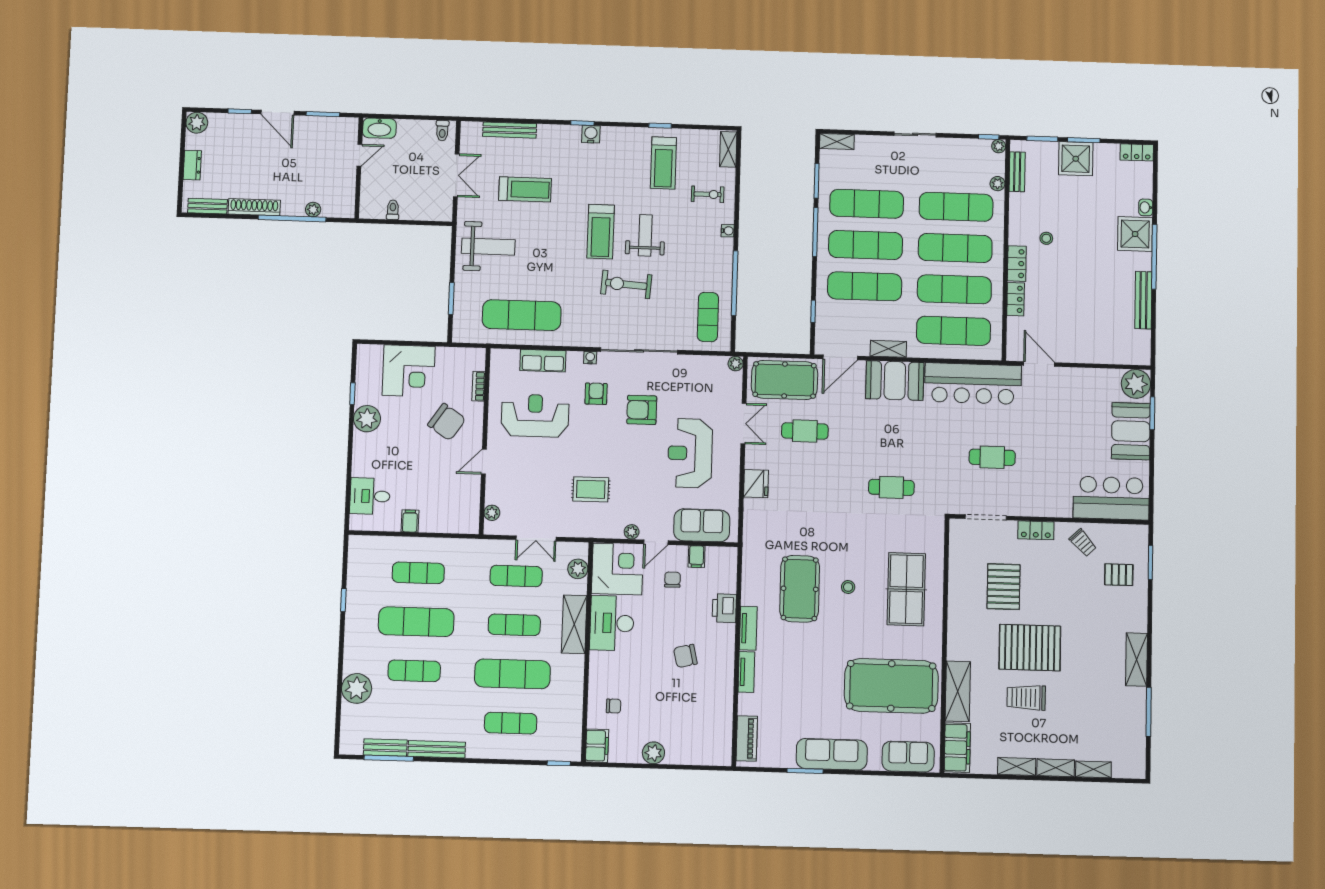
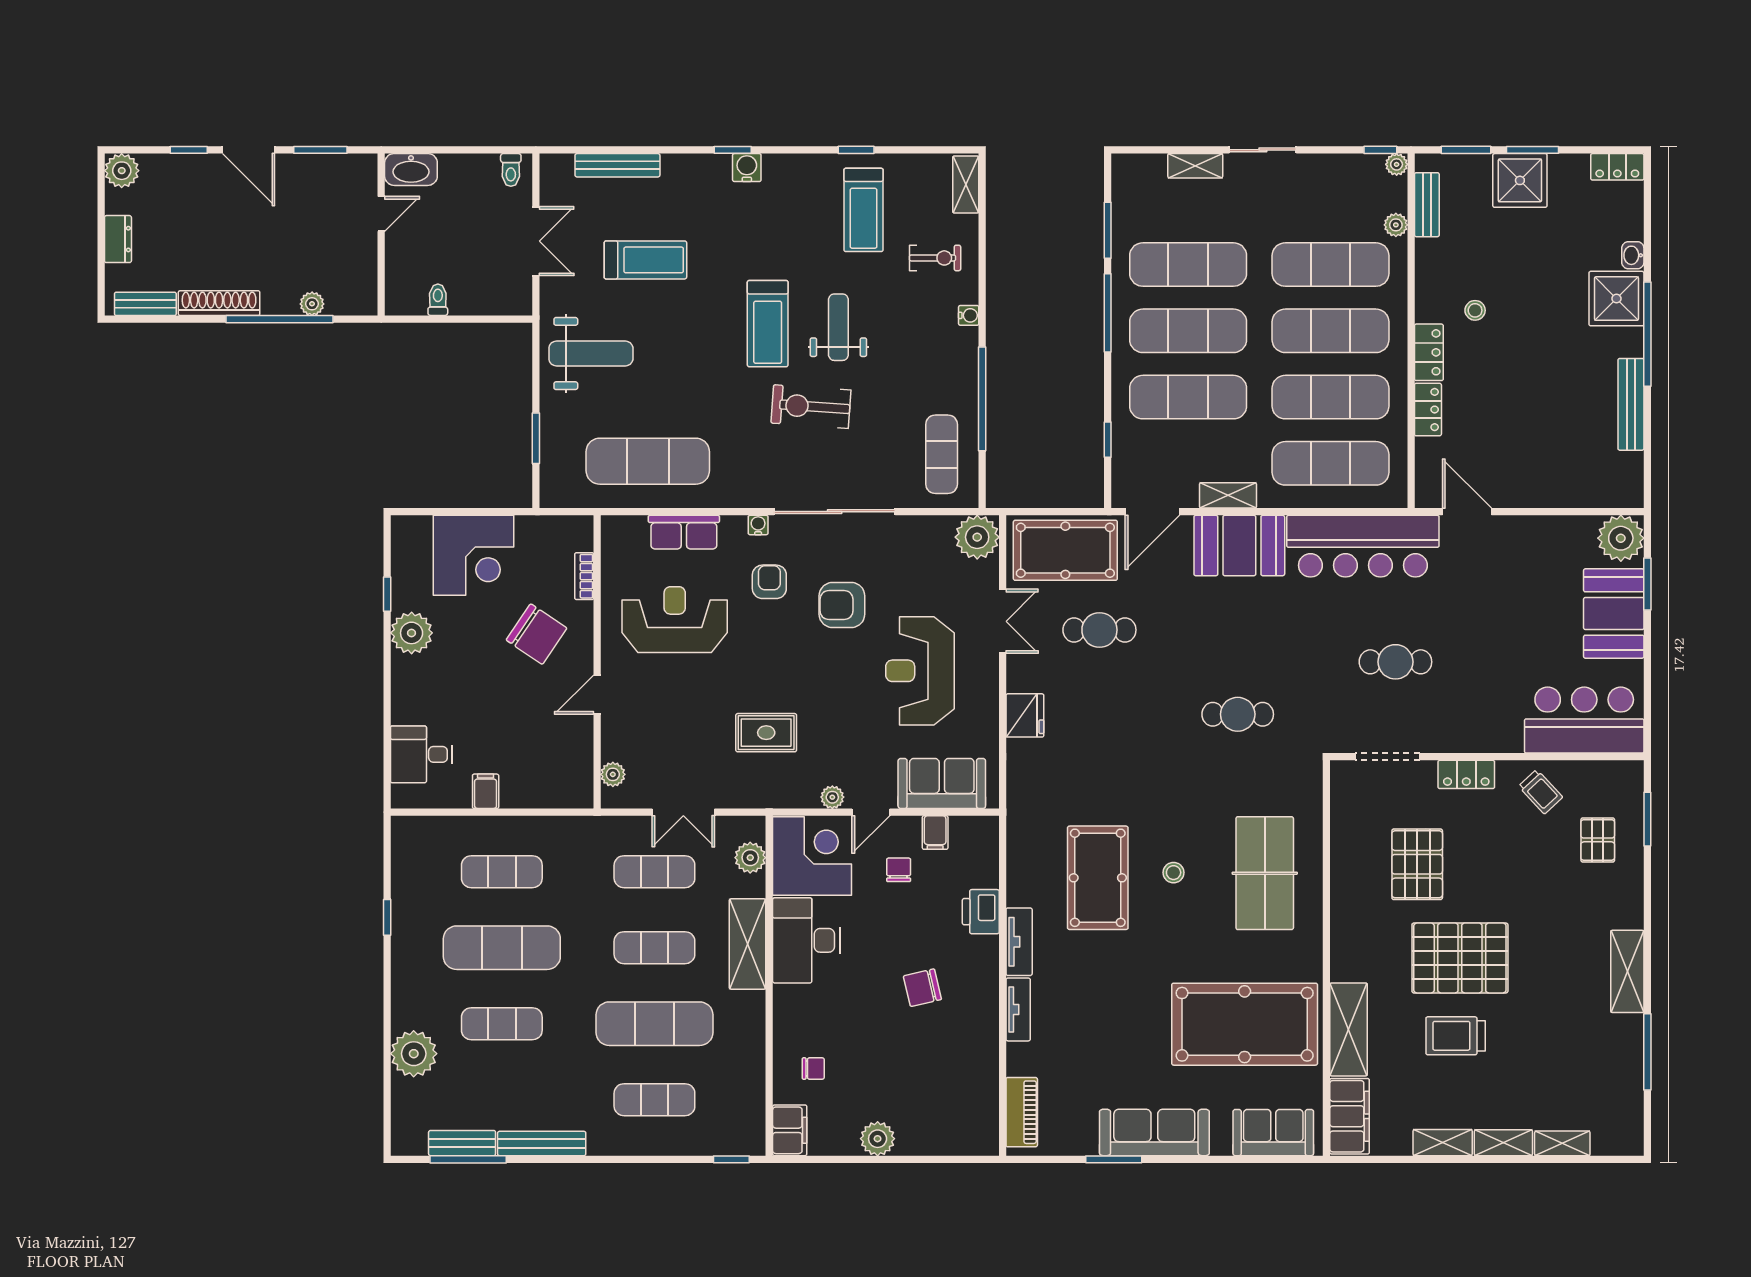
shelving: (837, 141) -> (1195, 166), moved
plant: (736, 364) -> (977, 537), width x1.88, depth x1.88
pallet: (1119, 575) -> (1598, 840), turned 90

